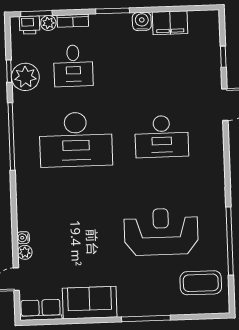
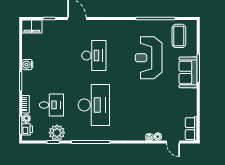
filing cabinet: (170, 23) -> (32, 26), moved, turned 90
sofa: (90, 303) -> (188, 72), moved

